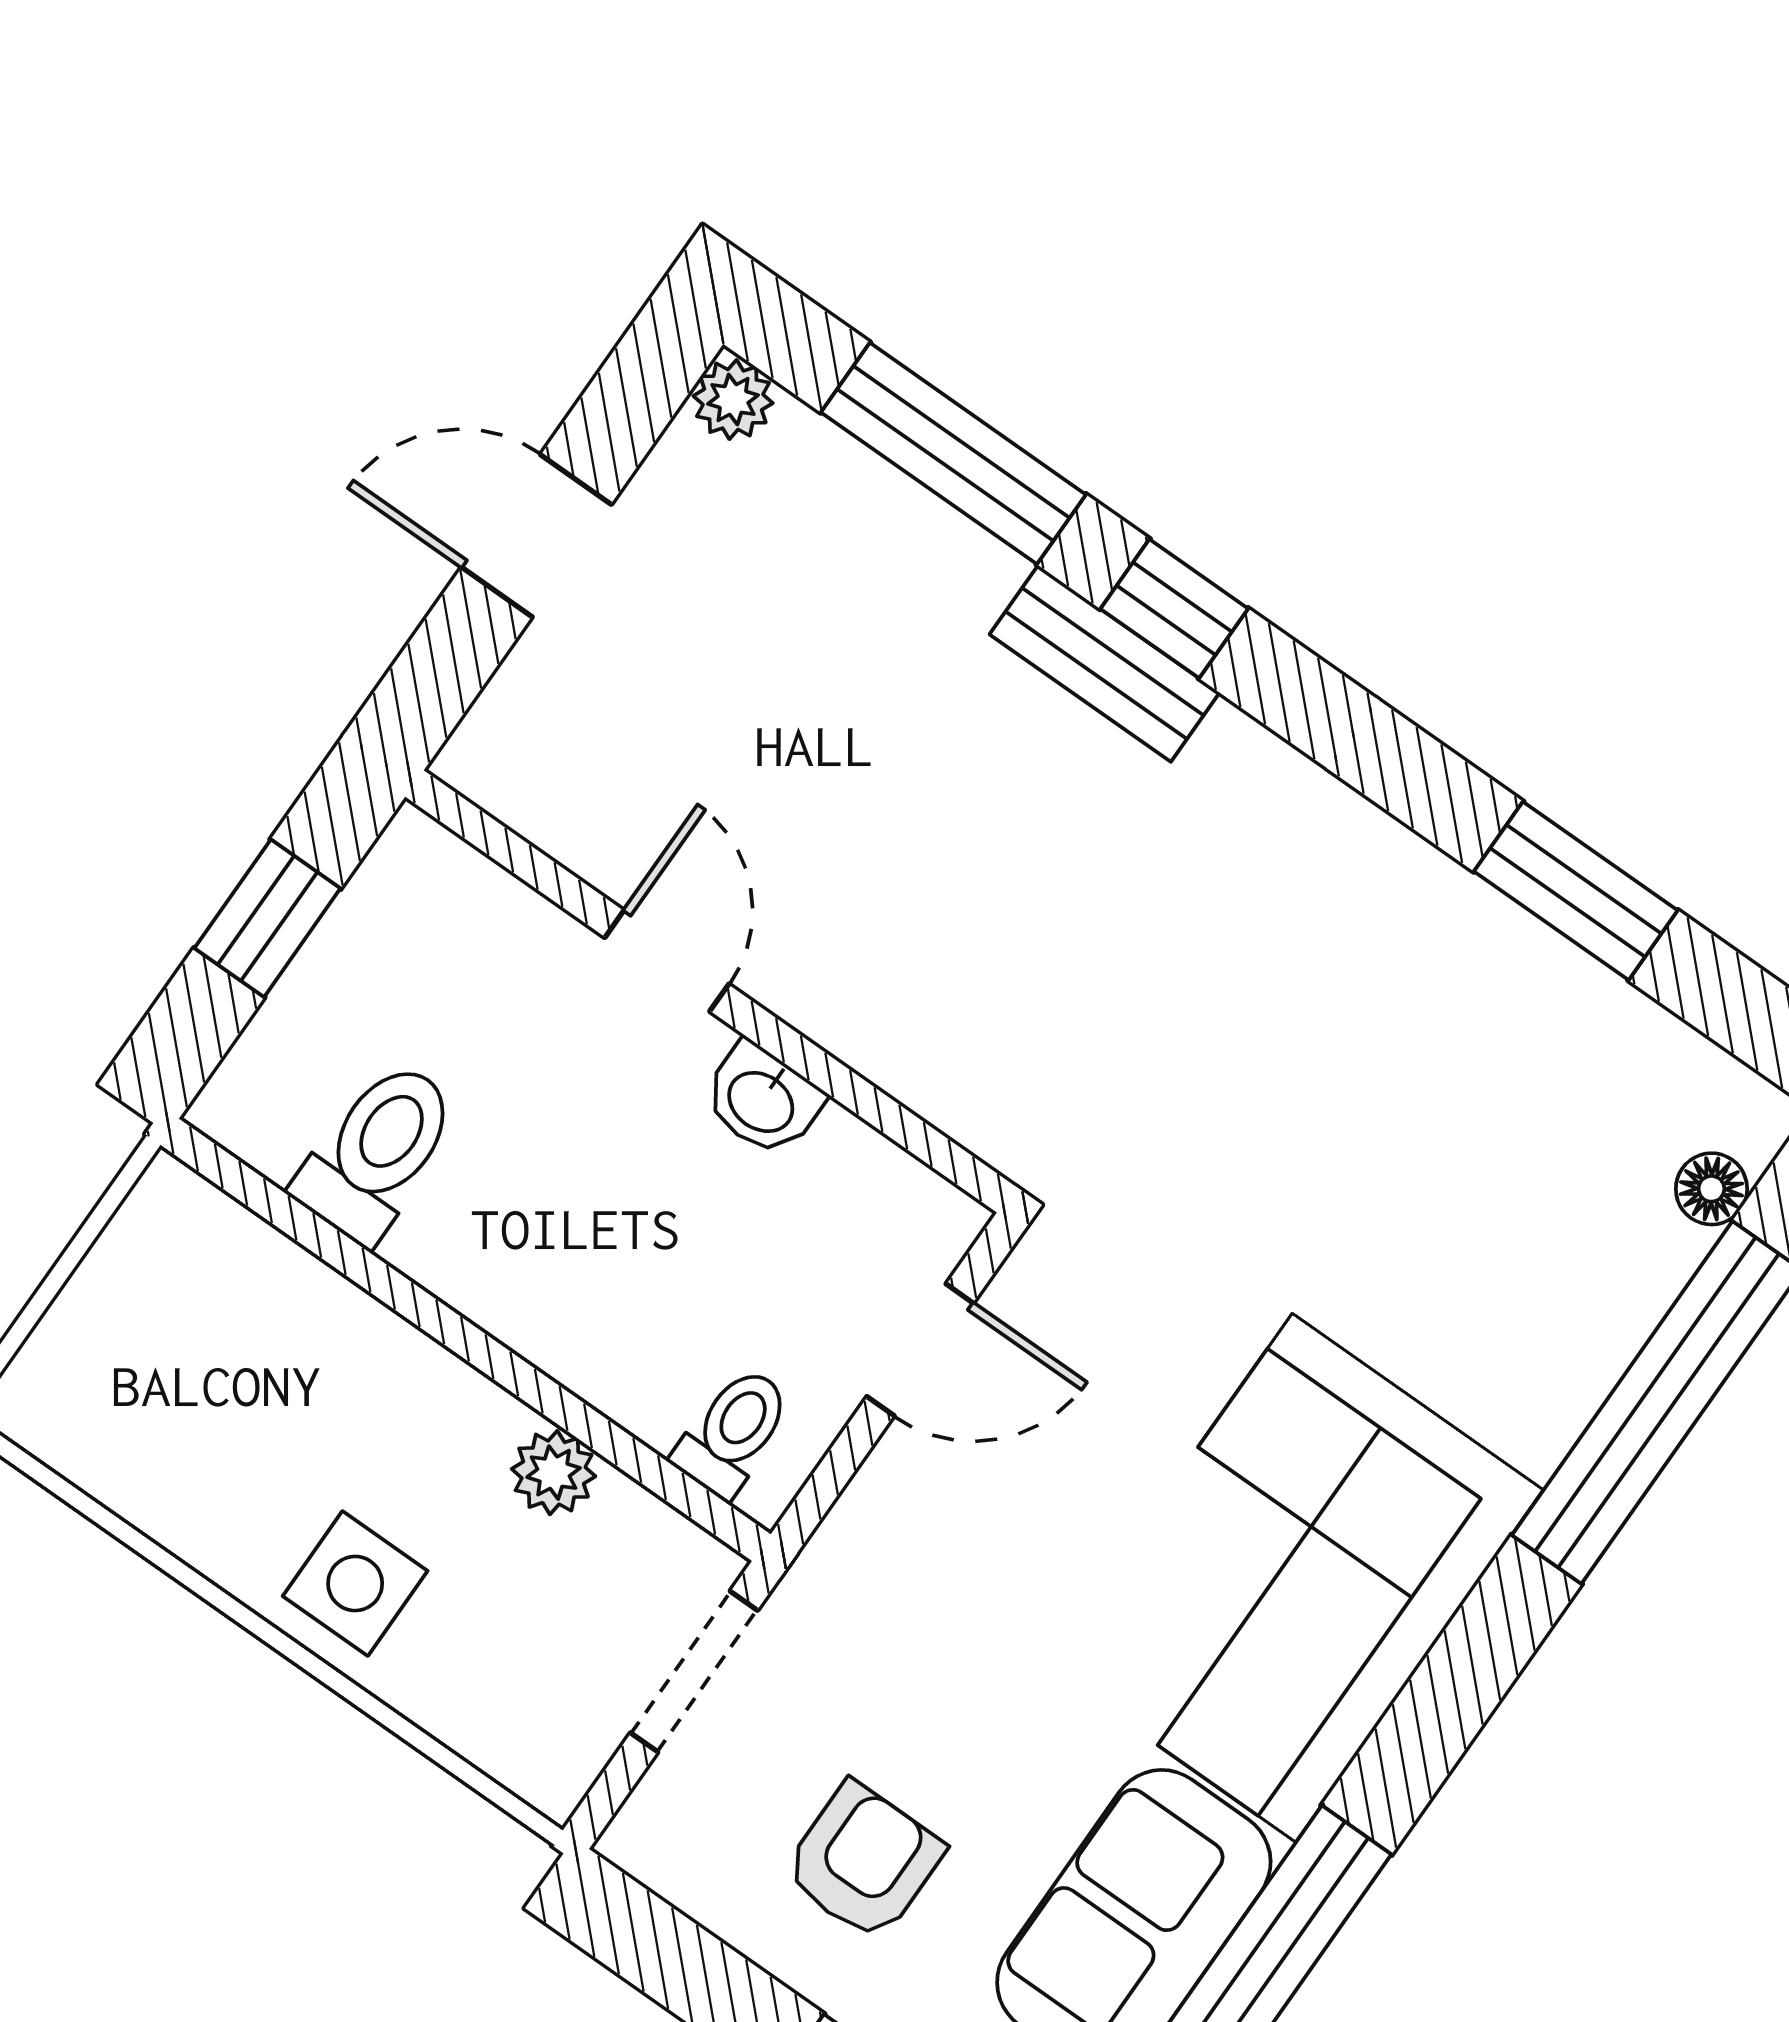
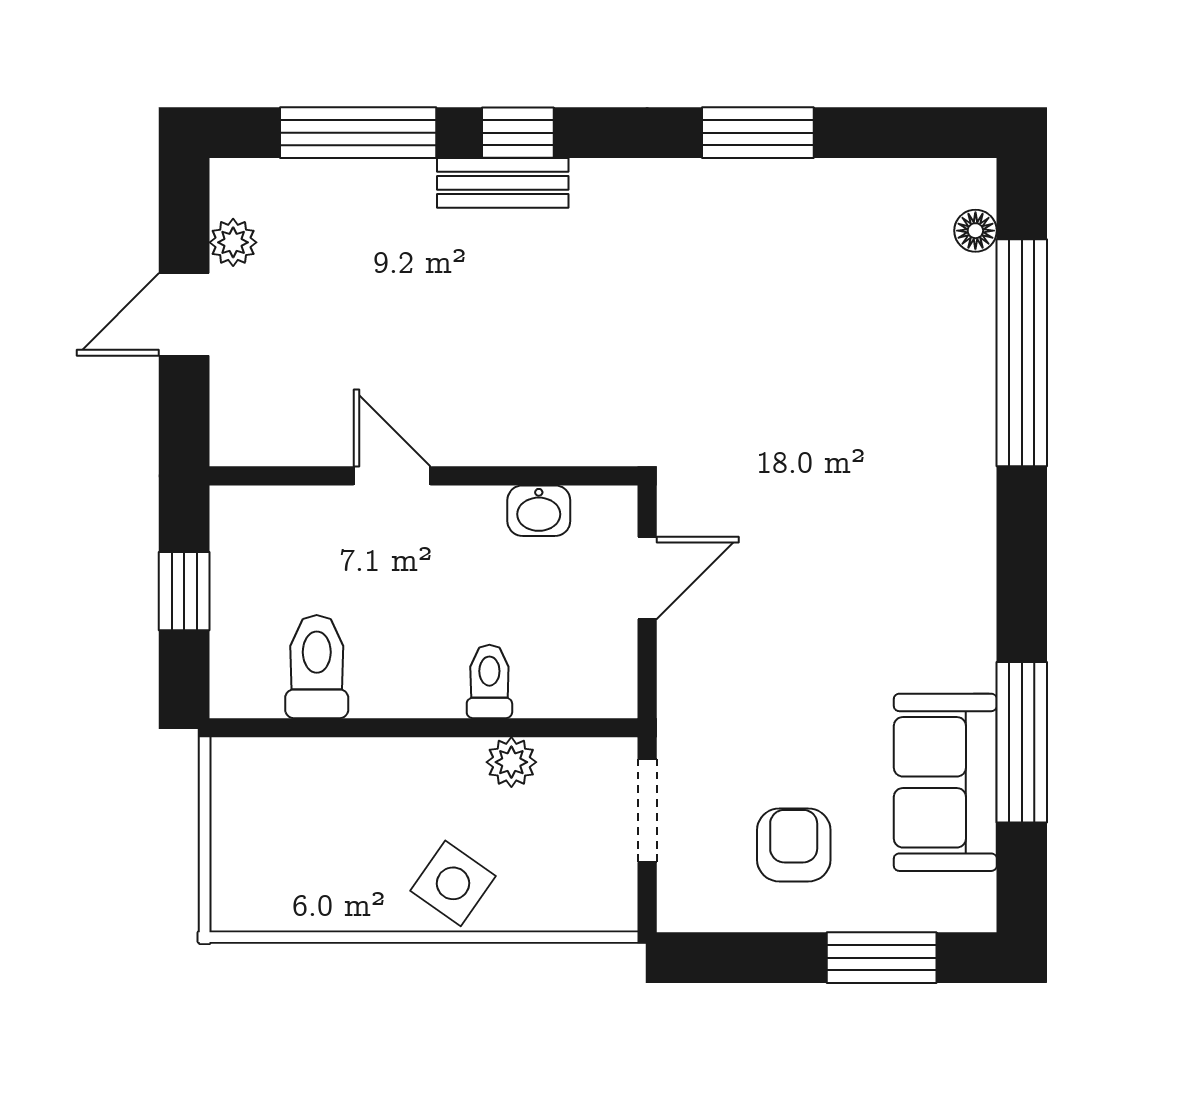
plant: (733, 399) -> (233, 242), moved
window: (1576, 891) -> (758, 133), moved
washbasin: (762, 1100) -> (539, 511), moved
toilet: (733, 1432) -> (489, 681), moved
corner sofa: (1294, 1578) -> (906, 561), removed
side table: (355, 1583) -> (453, 883), turned 35

